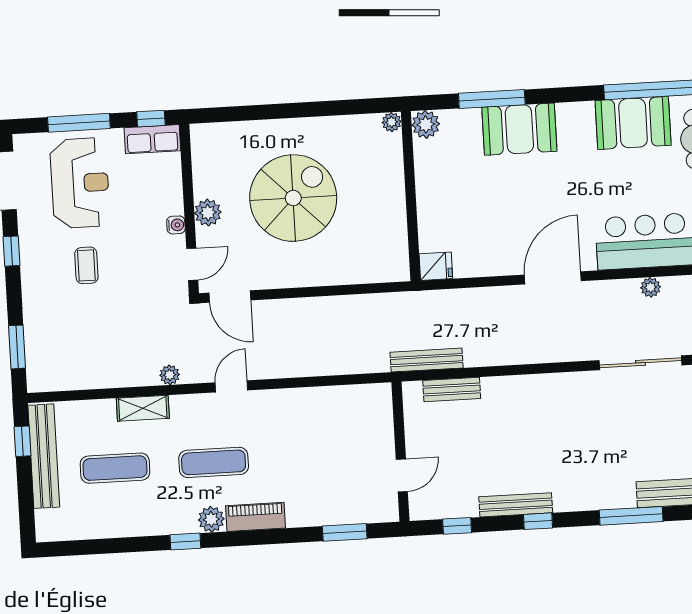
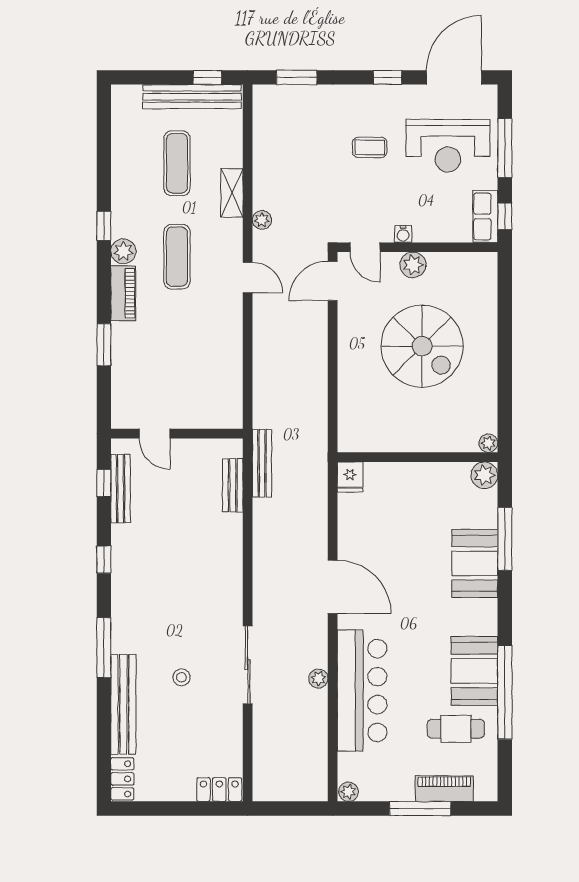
stool: (658, 432) -> (181, 677), added
bench: (516, 505) -> (121, 489), moved
window: (345, 532) -> (104, 345), moved

